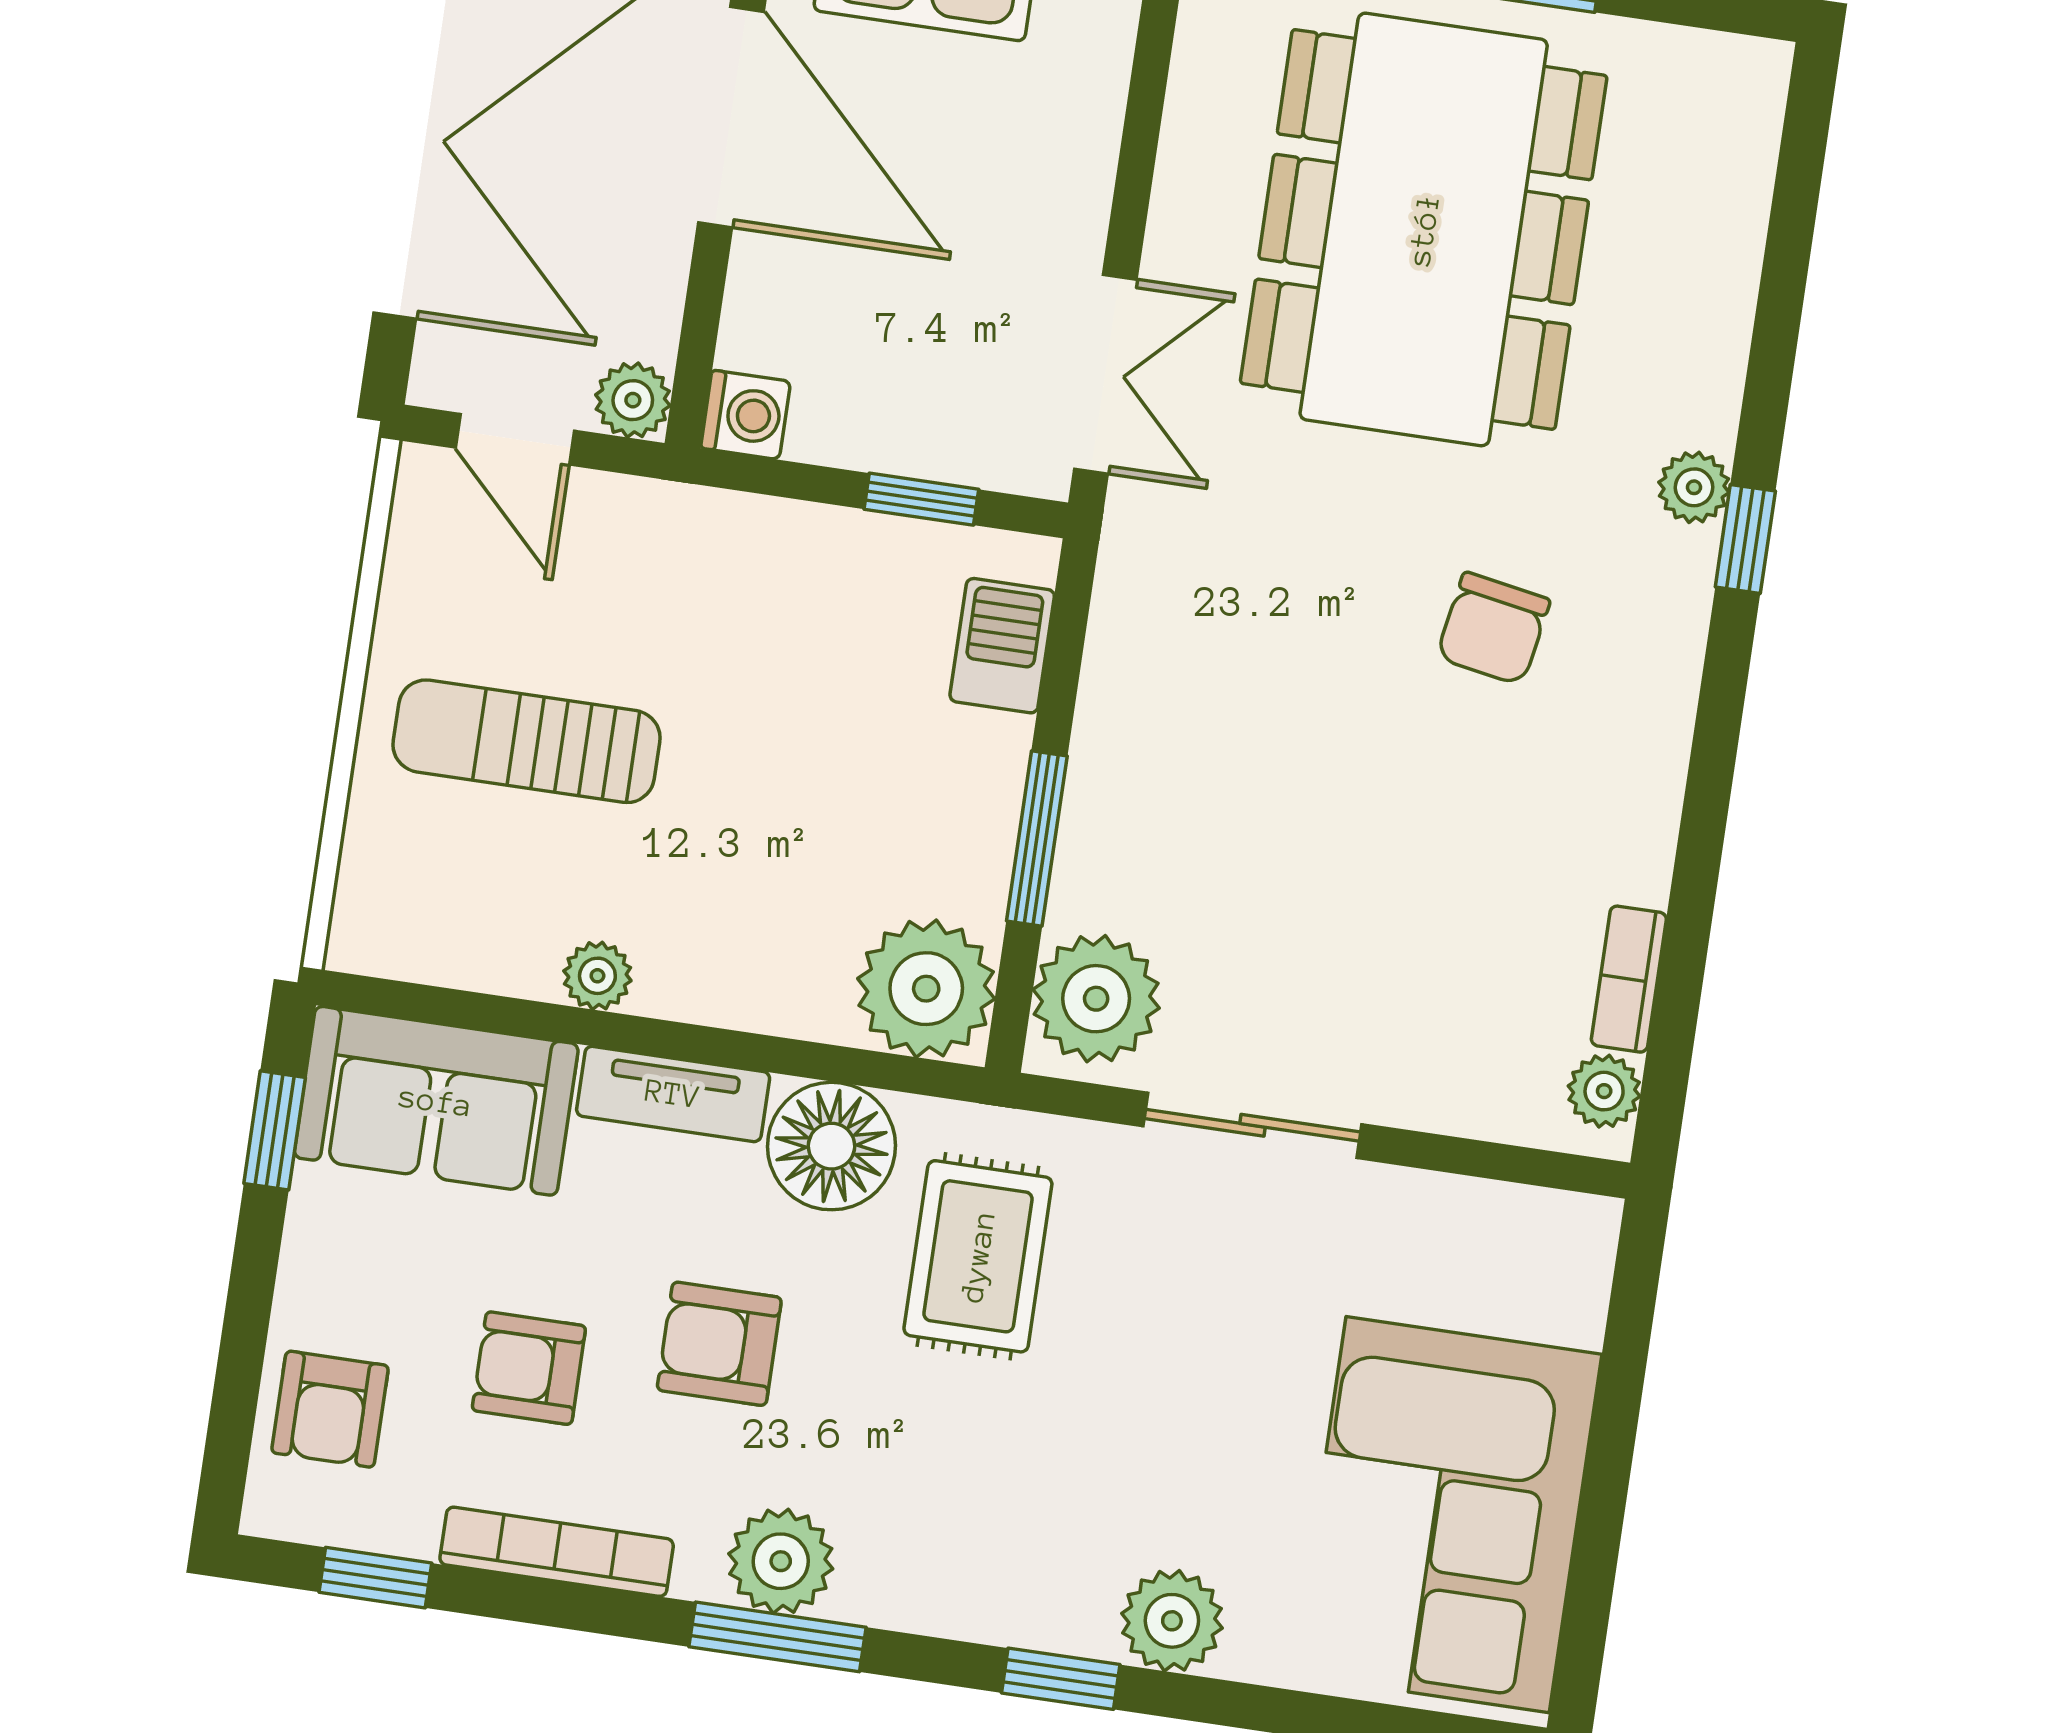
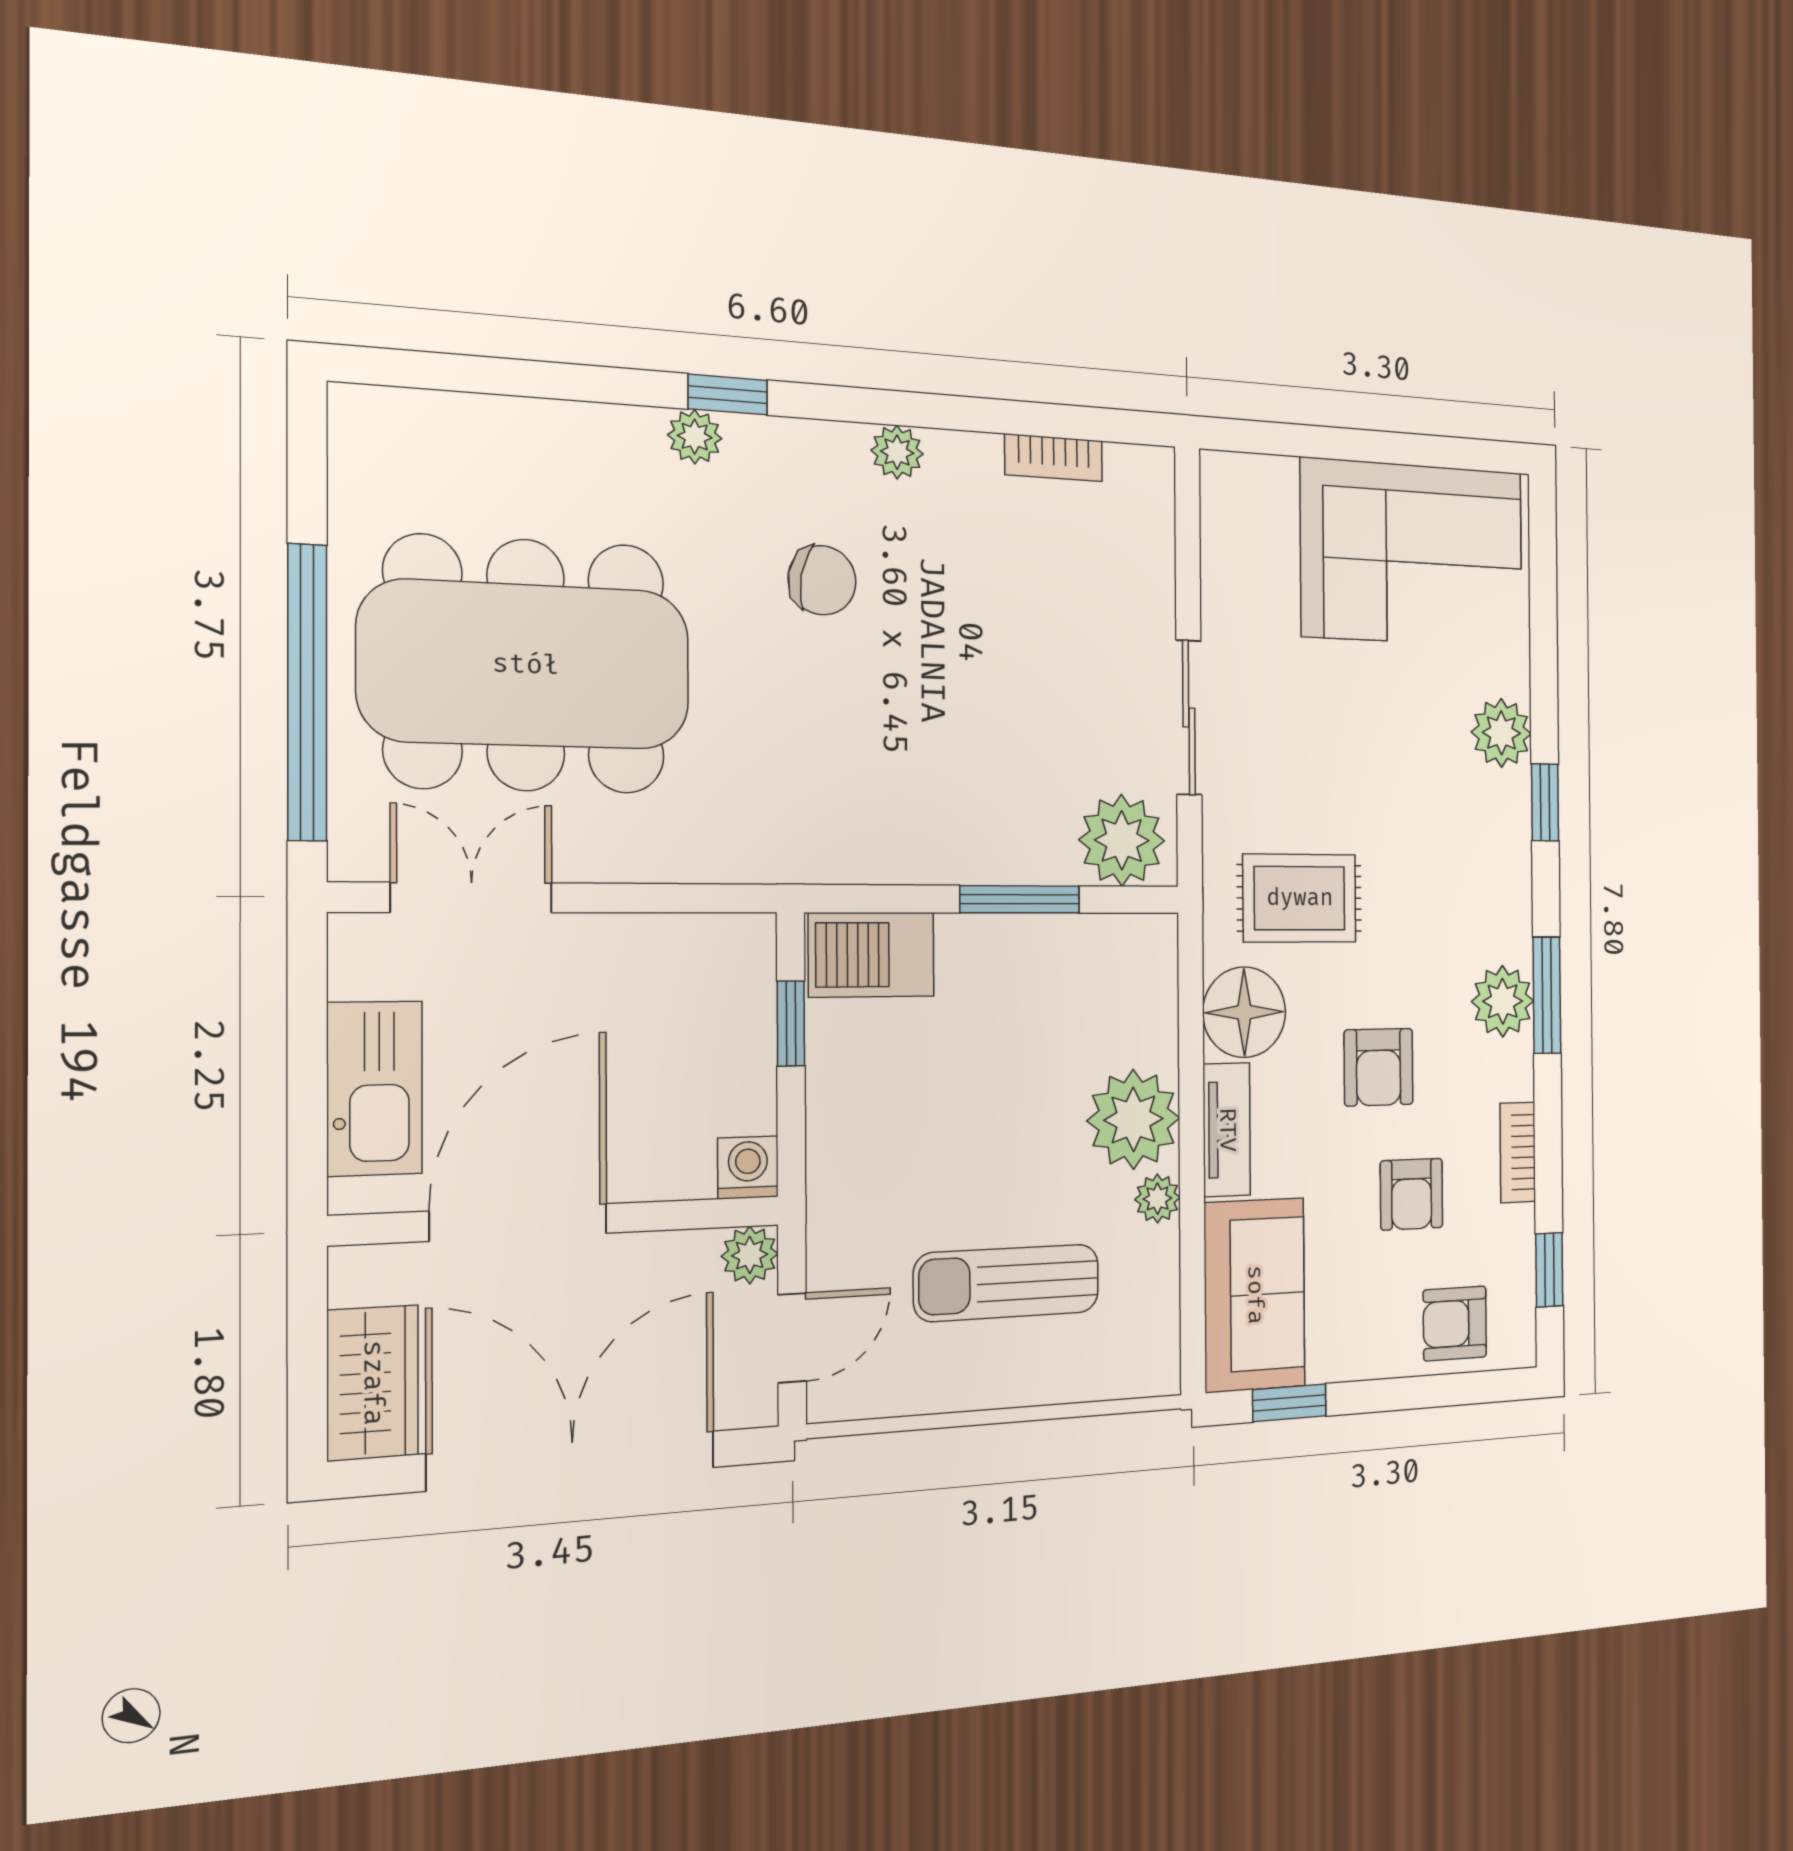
double door: (1105, 374) -> (472, 897), moved
barbecue: (1002, 646) -> (871, 955), width x1.38, depth x1.27
sun lounger: (526, 741) -> (1007, 1283), turned 90
plant: (926, 989) -> (1133, 1119), moved
plant: (1604, 1091) -> (897, 452), moved
armchair: (330, 1409) -> (1455, 1323), turned 180
bookcase: (557, 1552) -> (1518, 1152), width x0.64

